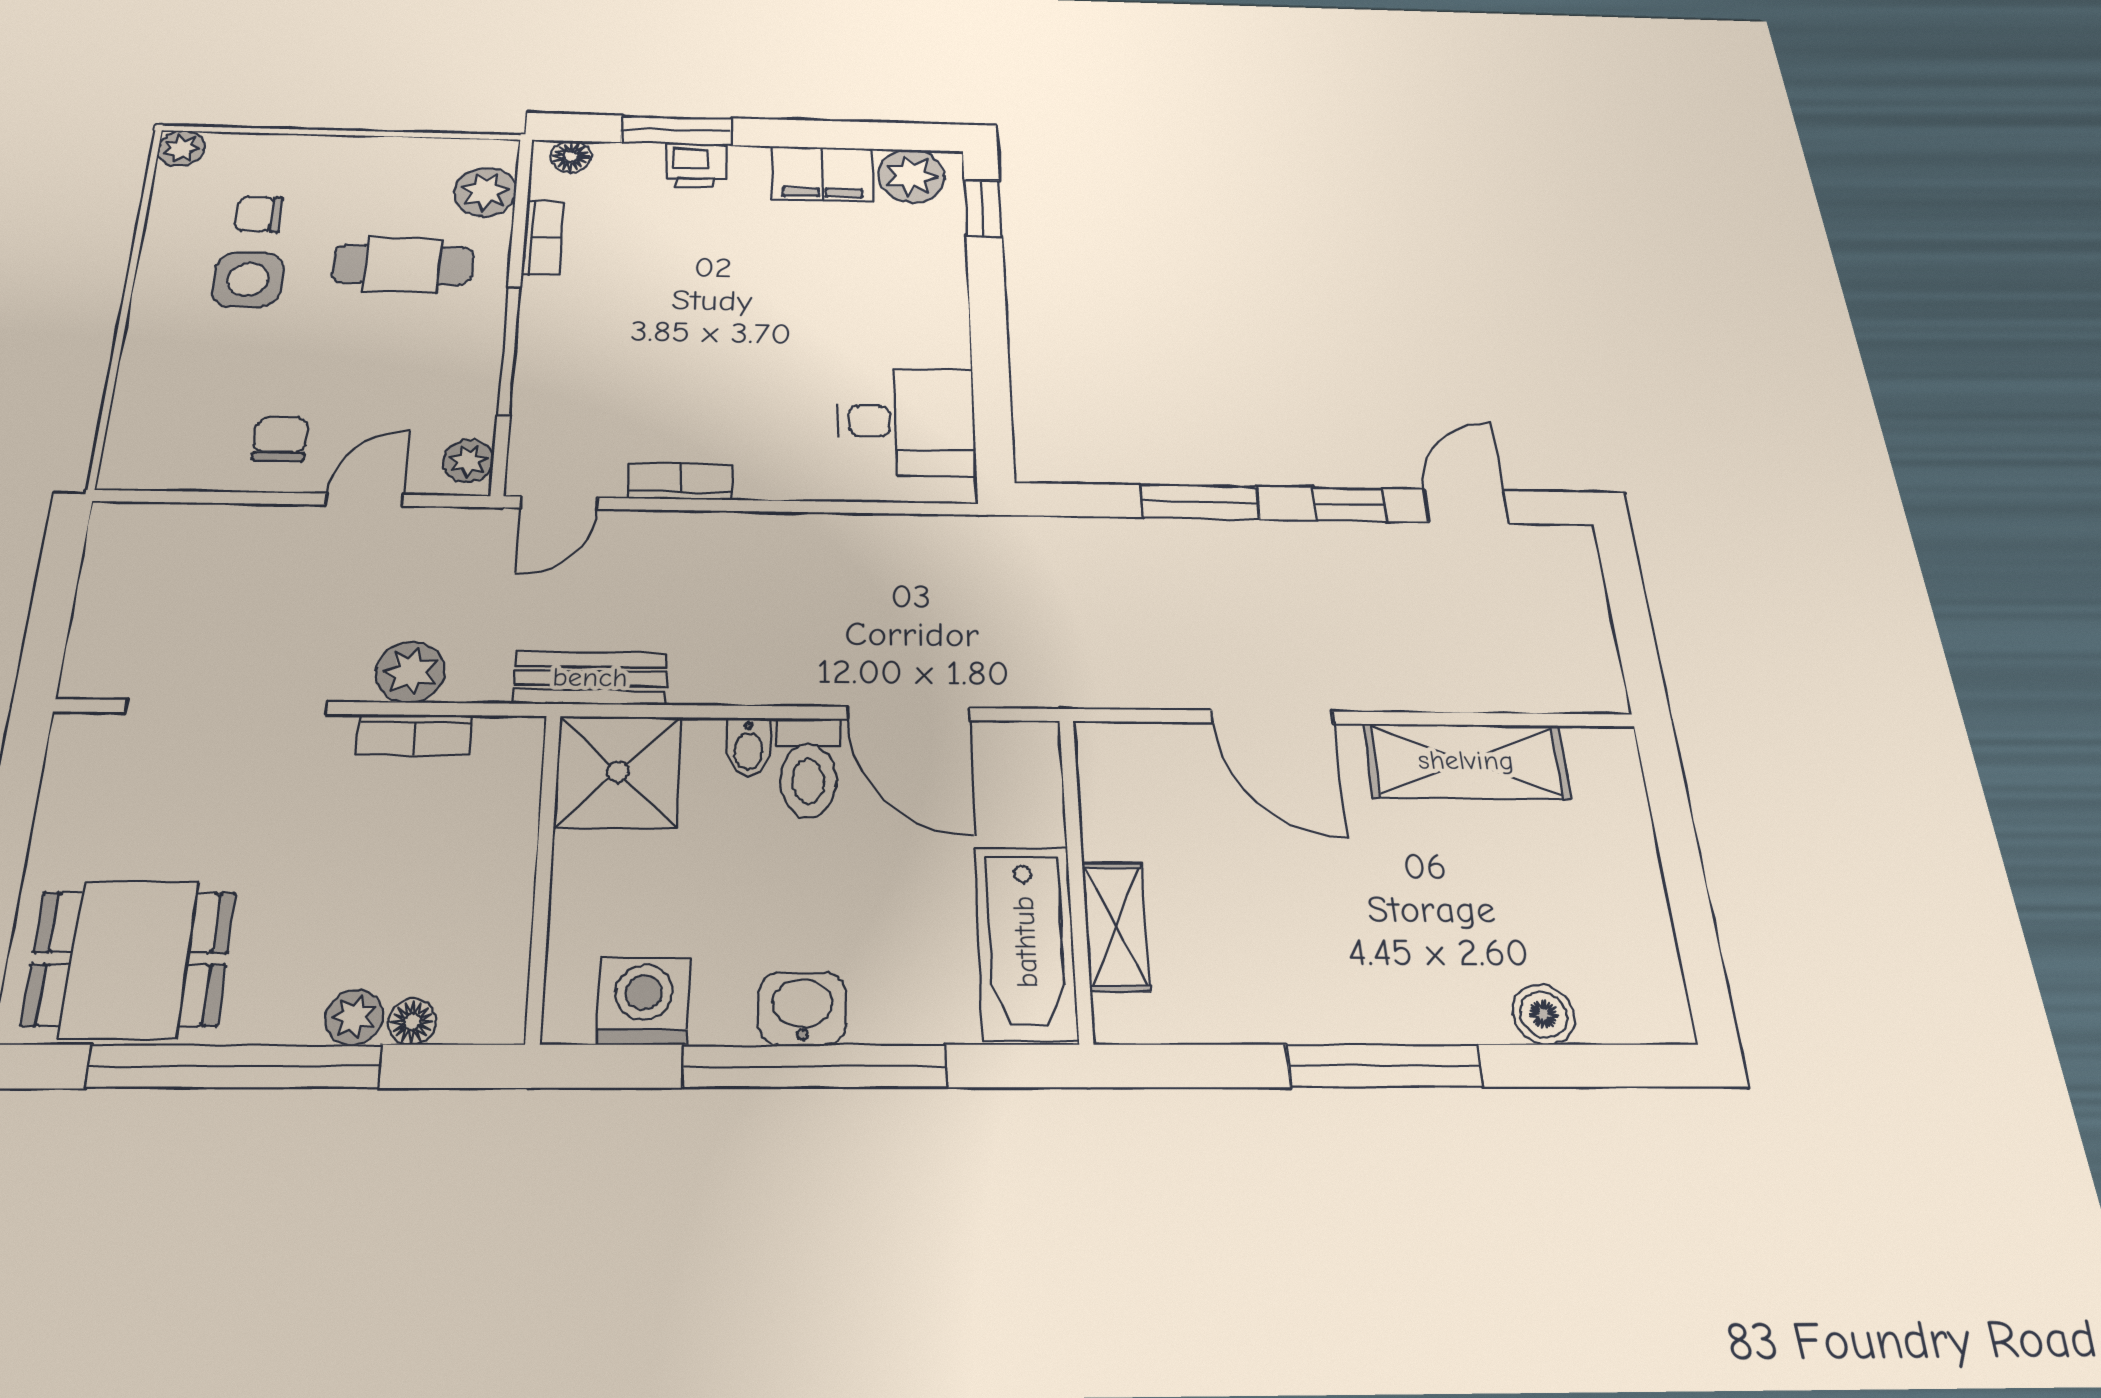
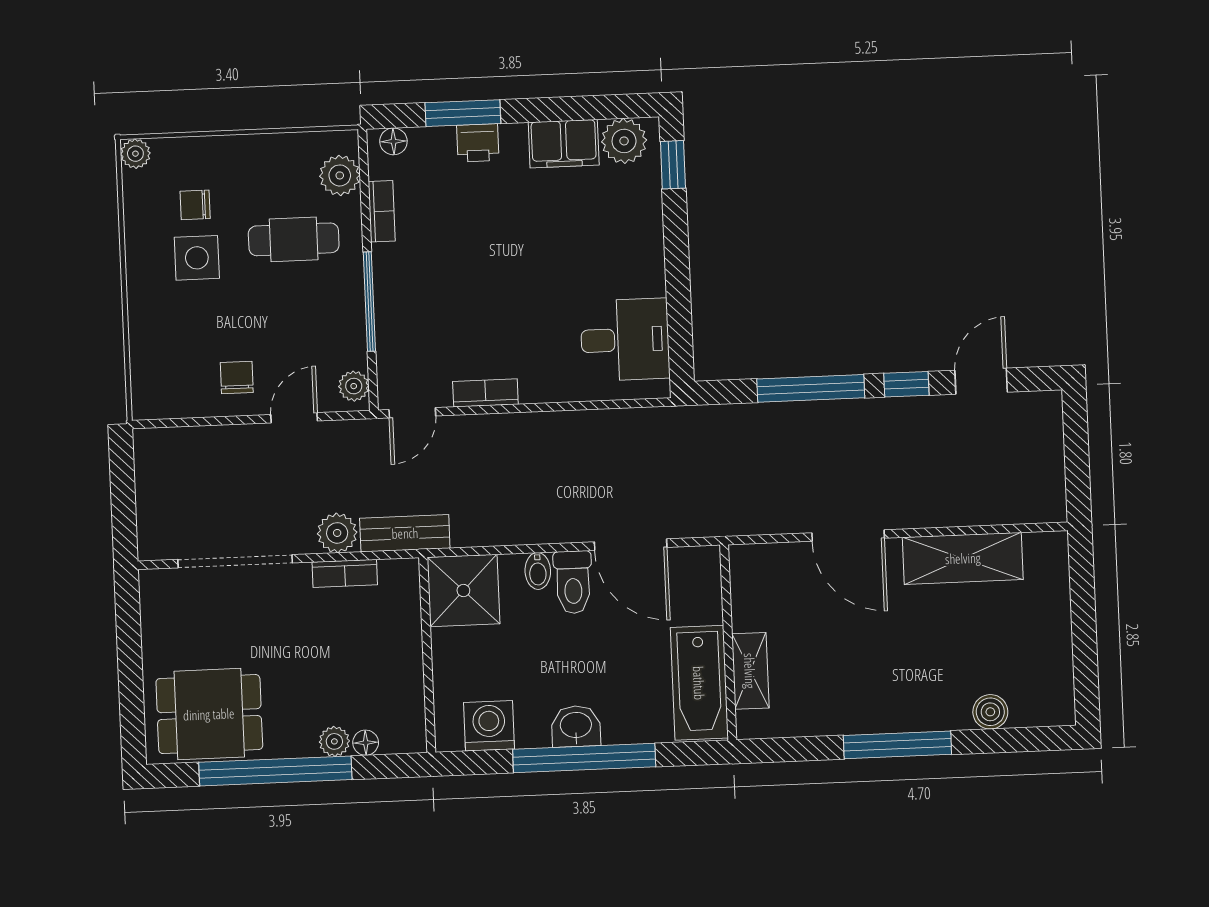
window: (1200, 502) -> (811, 388), width x1.44
bench: (590, 678) -> (405, 533), moved

